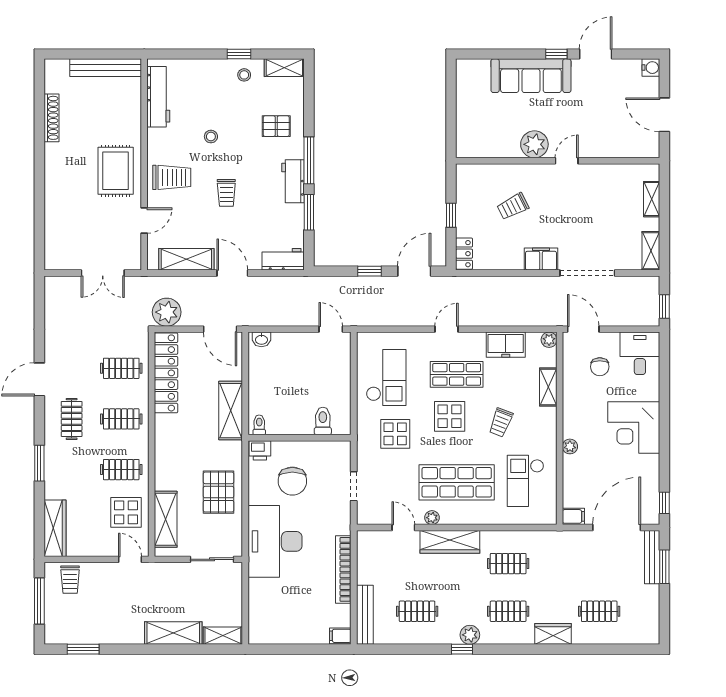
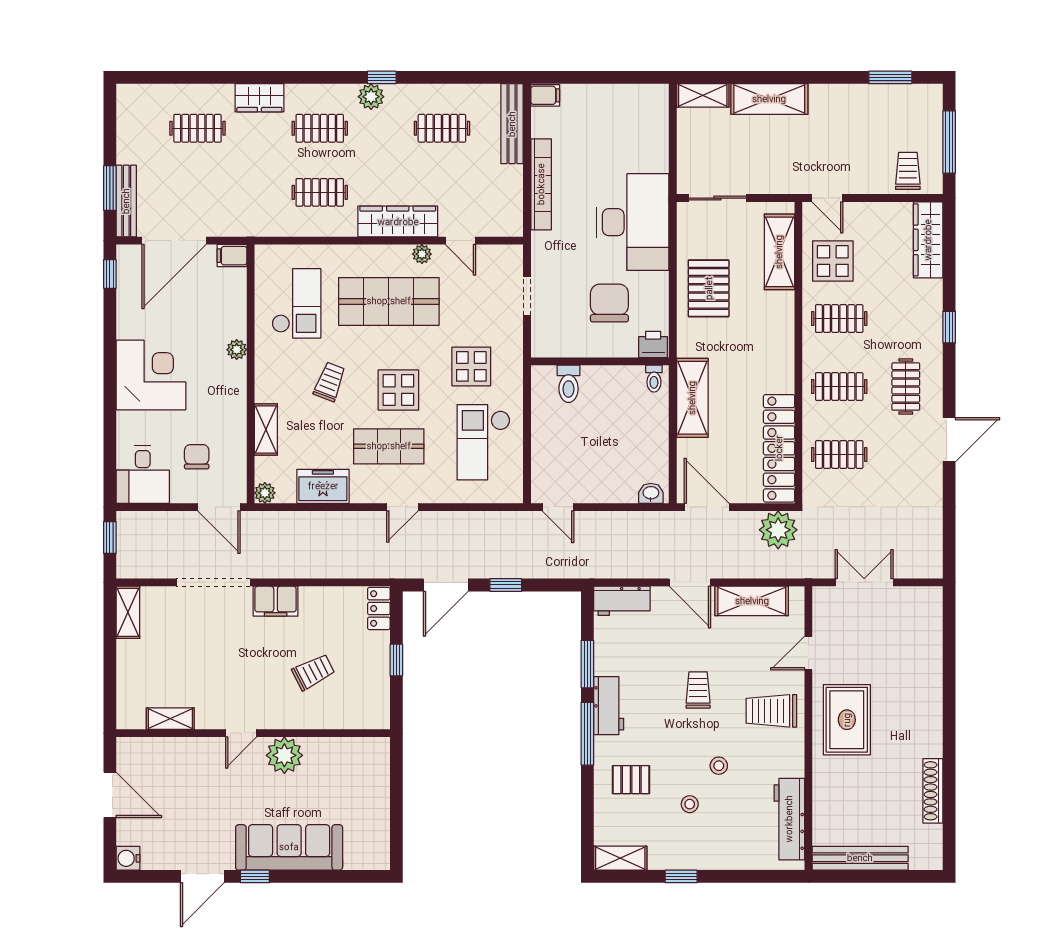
stool: (244, 75) -> (690, 804), moved
shelving: (652, 199) -> (170, 719), moved, turned 90
window: (39, 463) -> (949, 327), width x0.67

